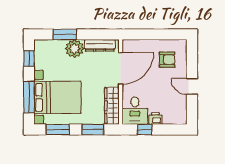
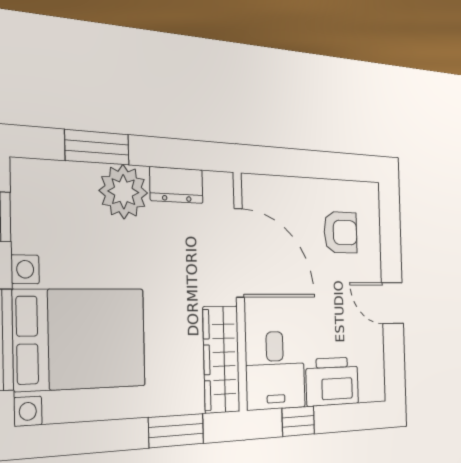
dresser: (100, 45) -> (176, 185), width x0.70
door: (121, 68) -> (239, 253), hinge flipped
printer: (155, 119) -> (332, 381), width x1.87, depth x1.48
window: (58, 129) -> (83, 438), removed

